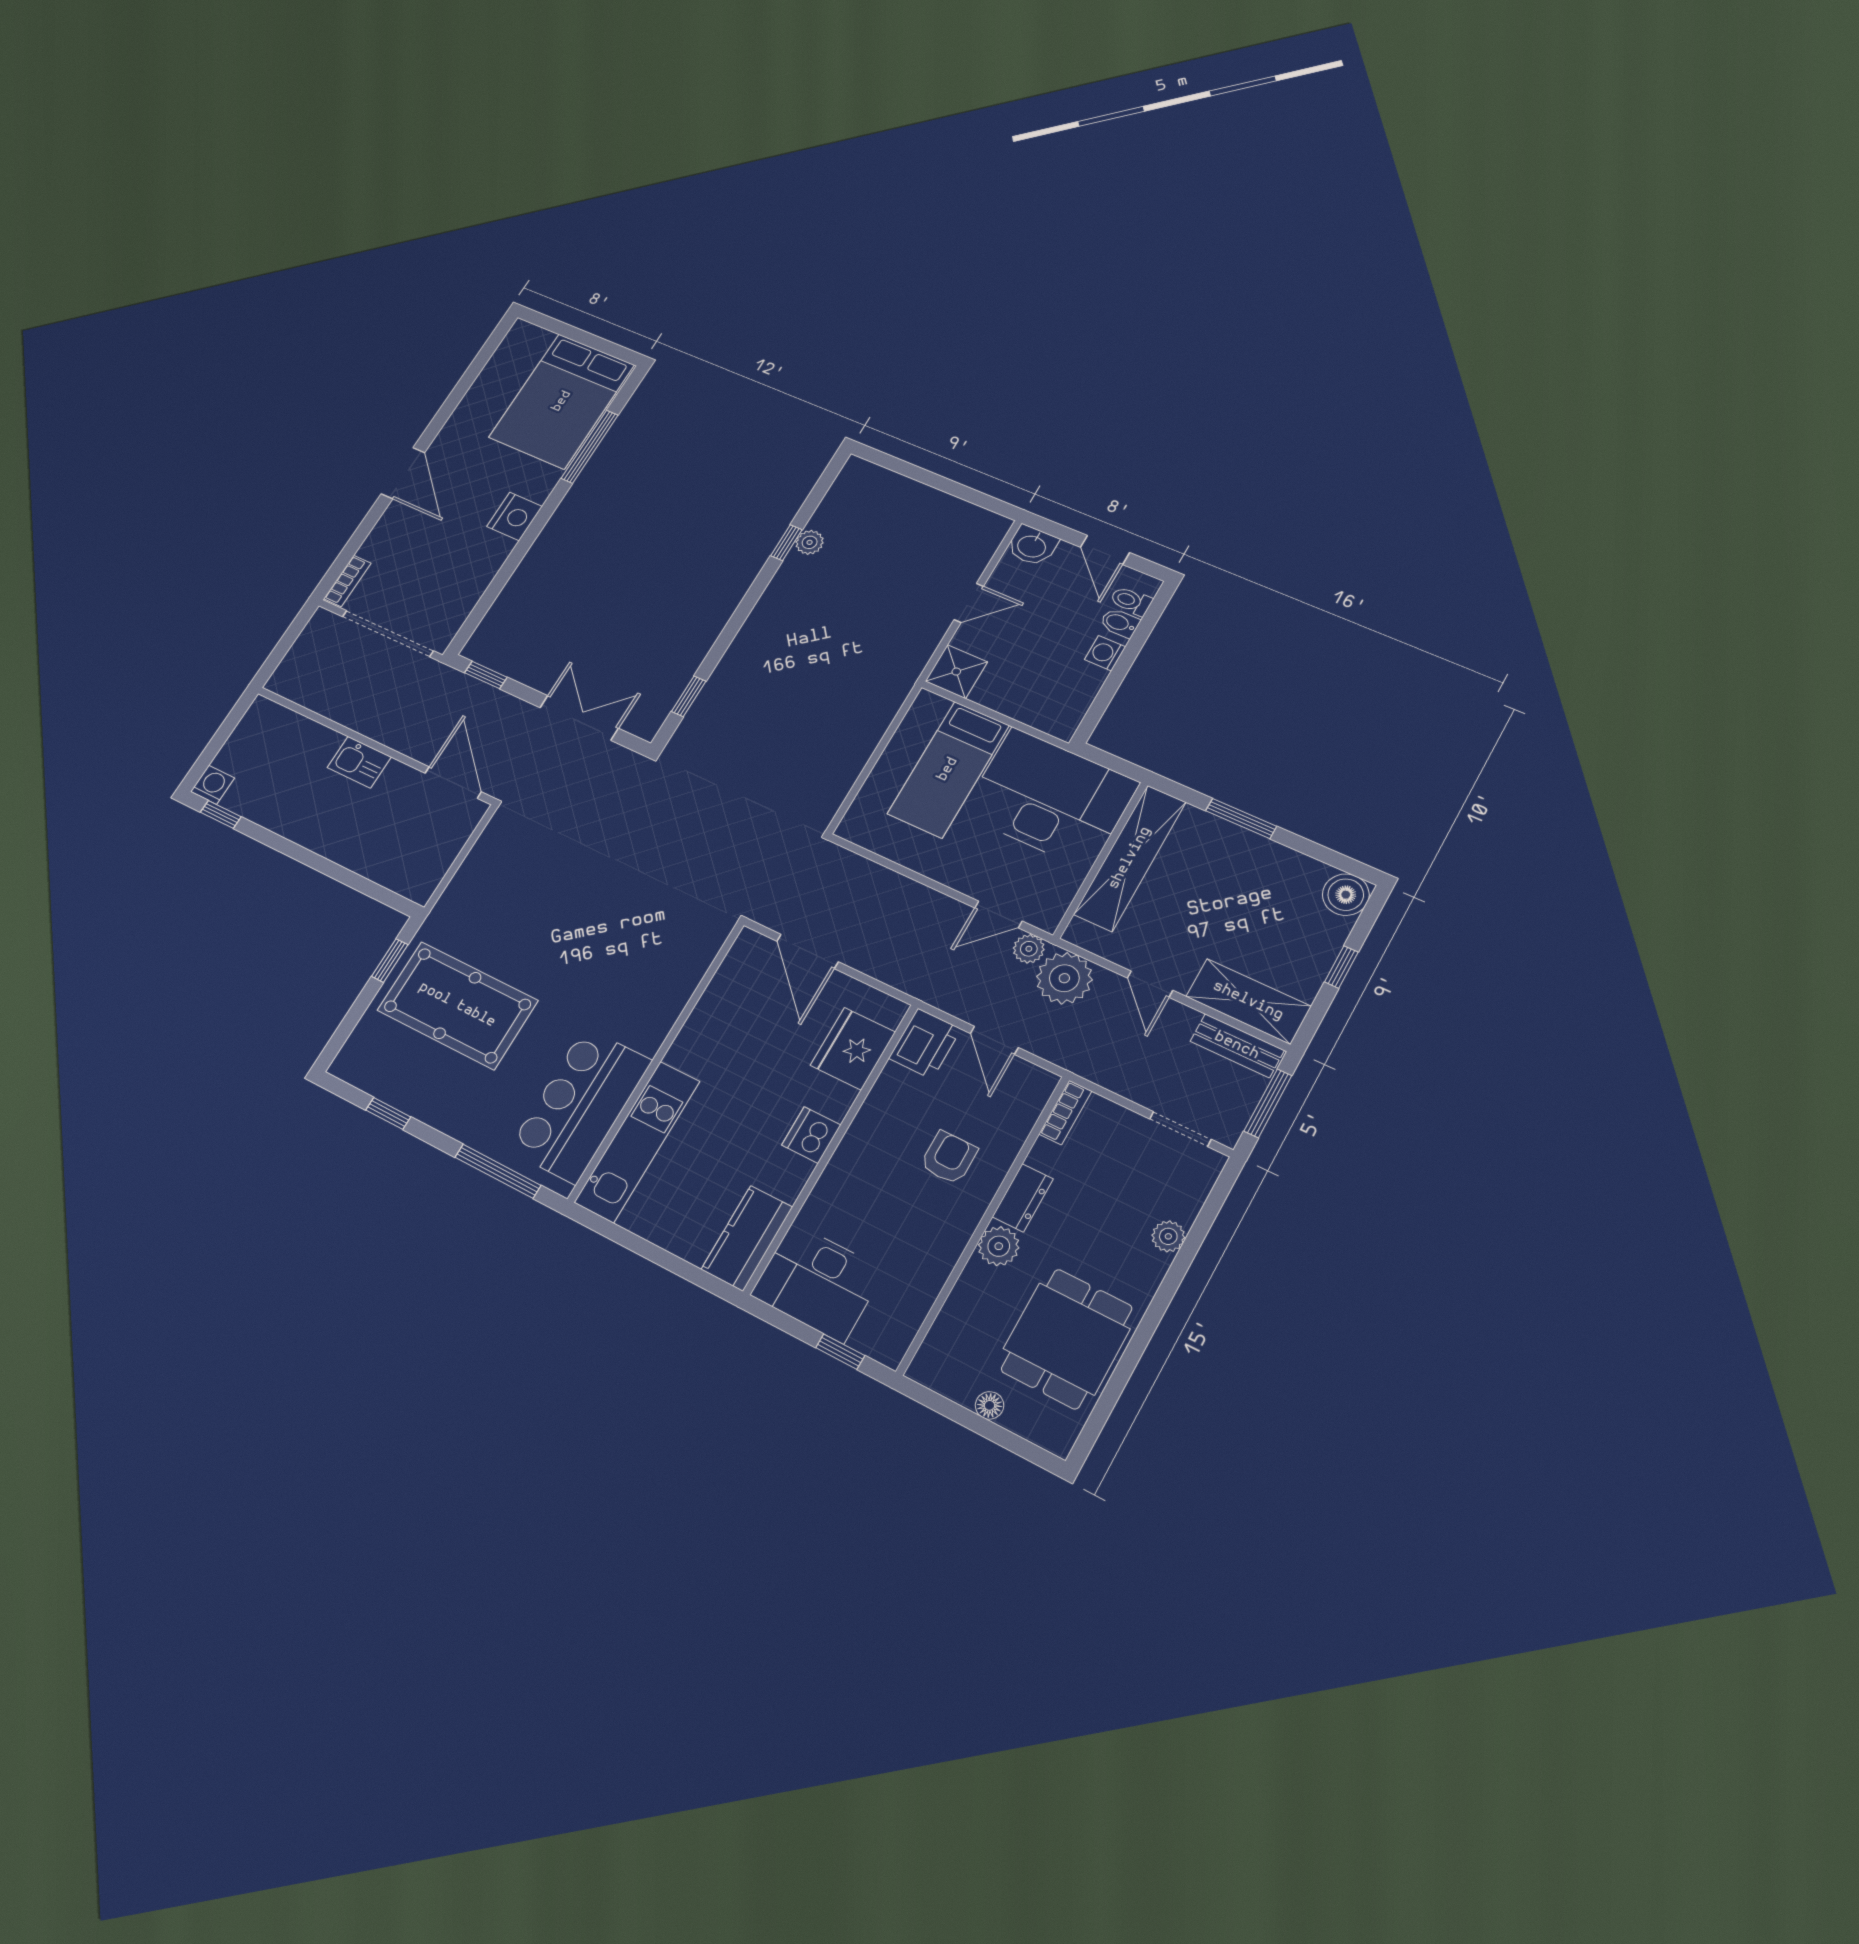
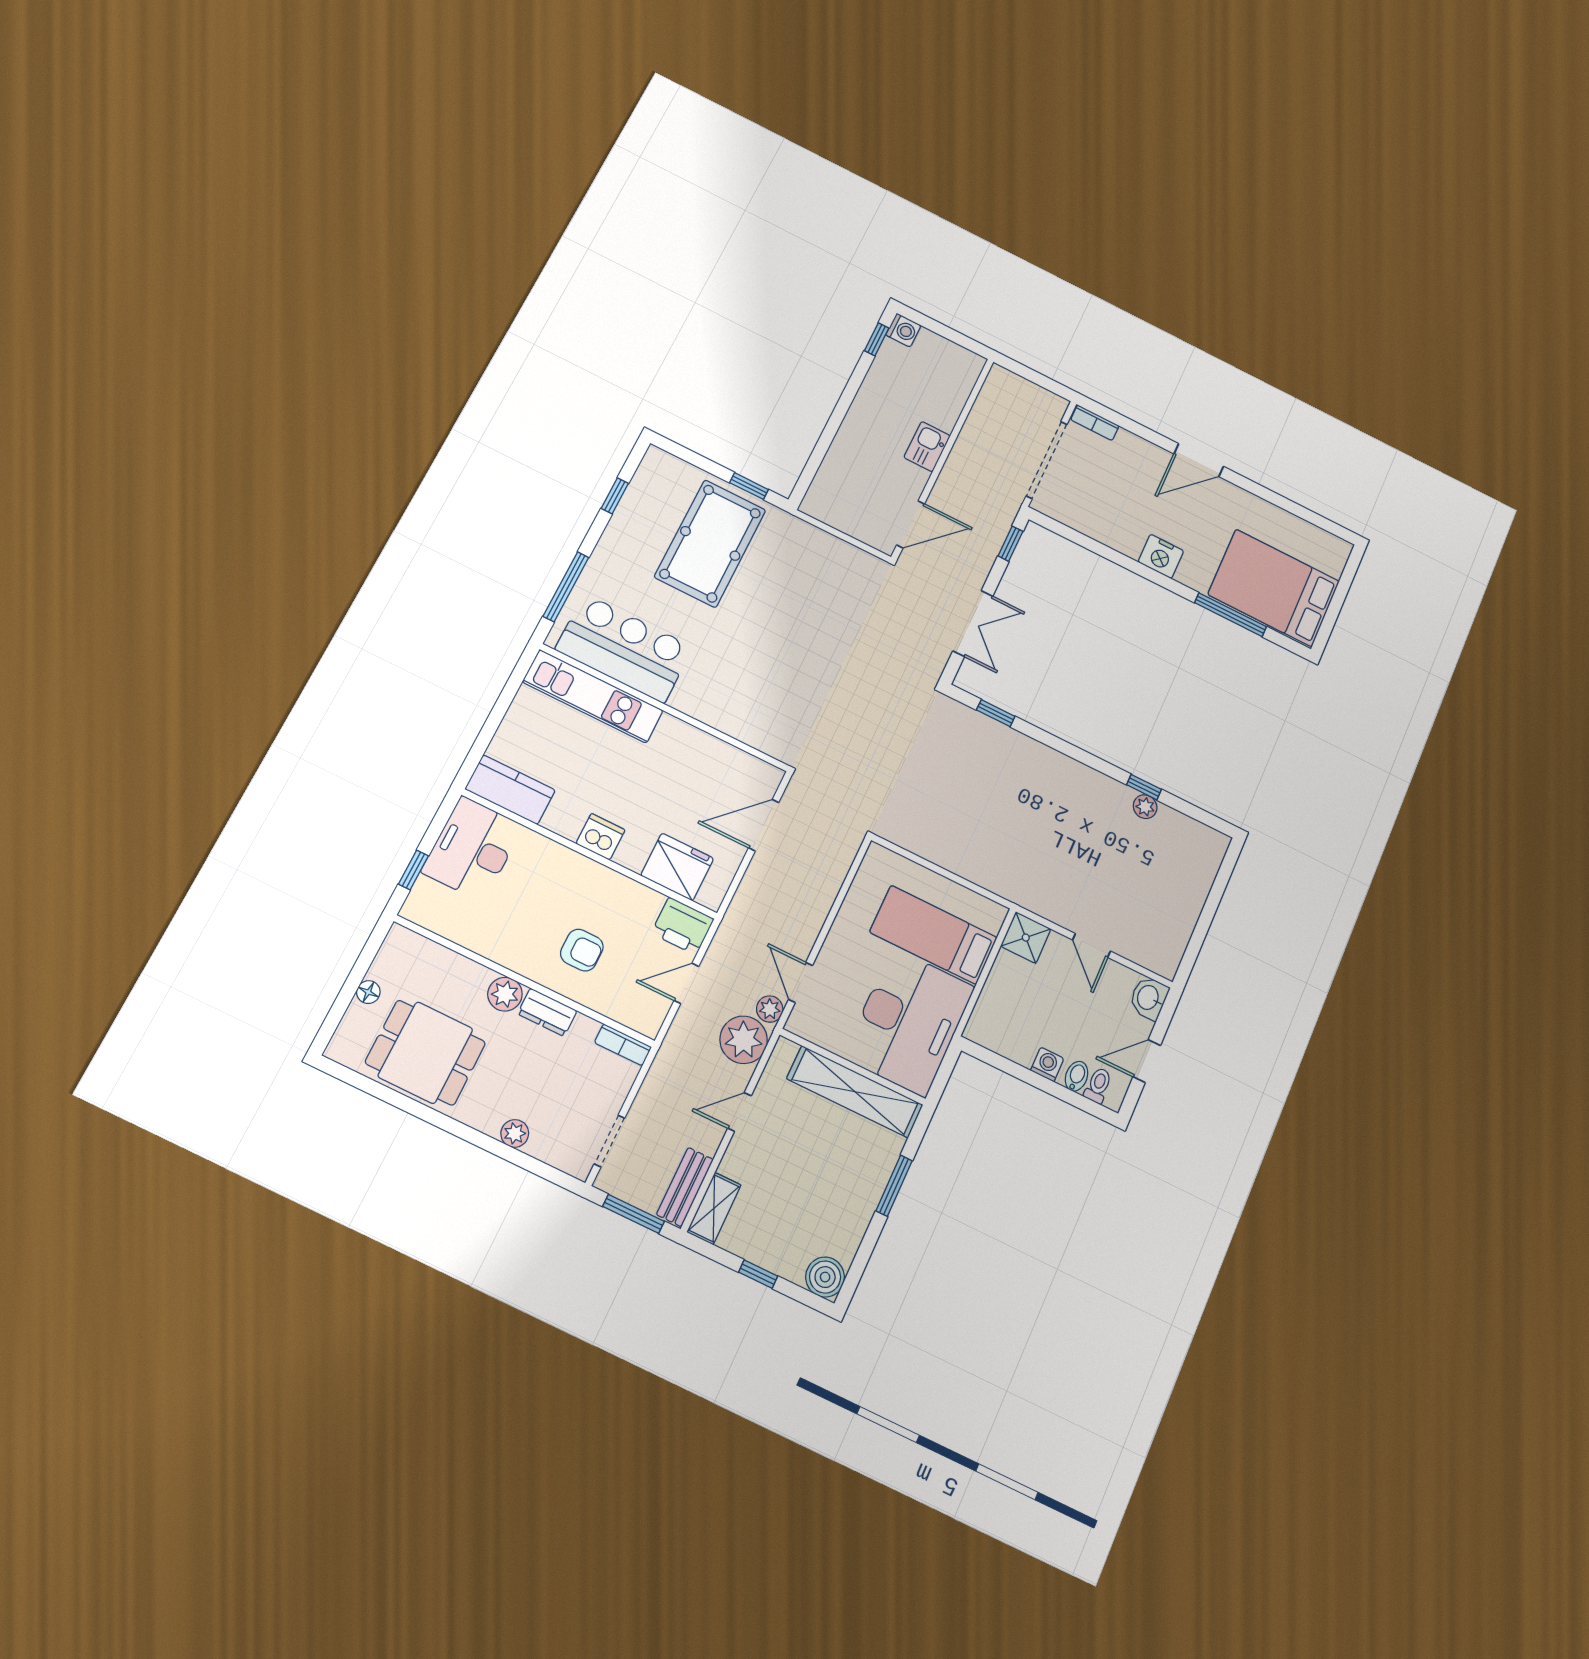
shelving: (1248, 1001) -> (714, 1208), width x0.67, depth x0.75

